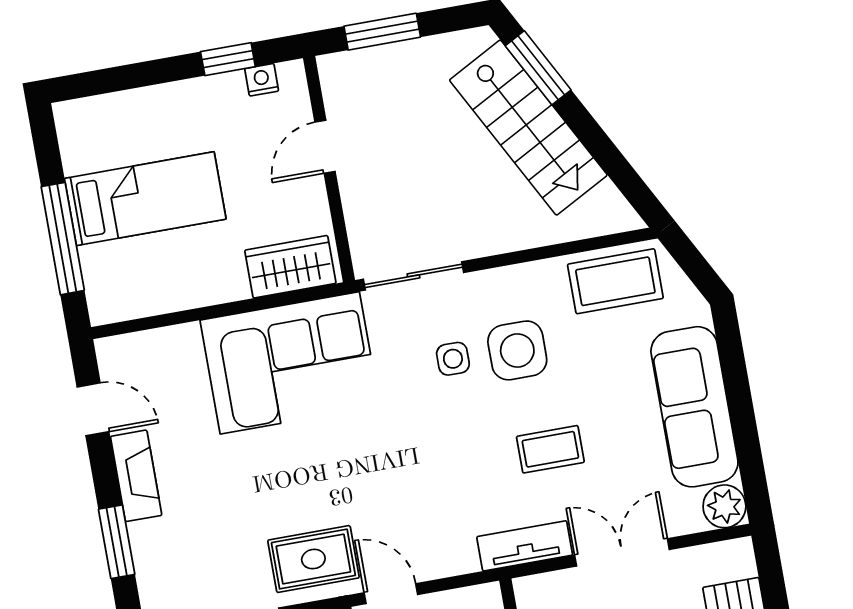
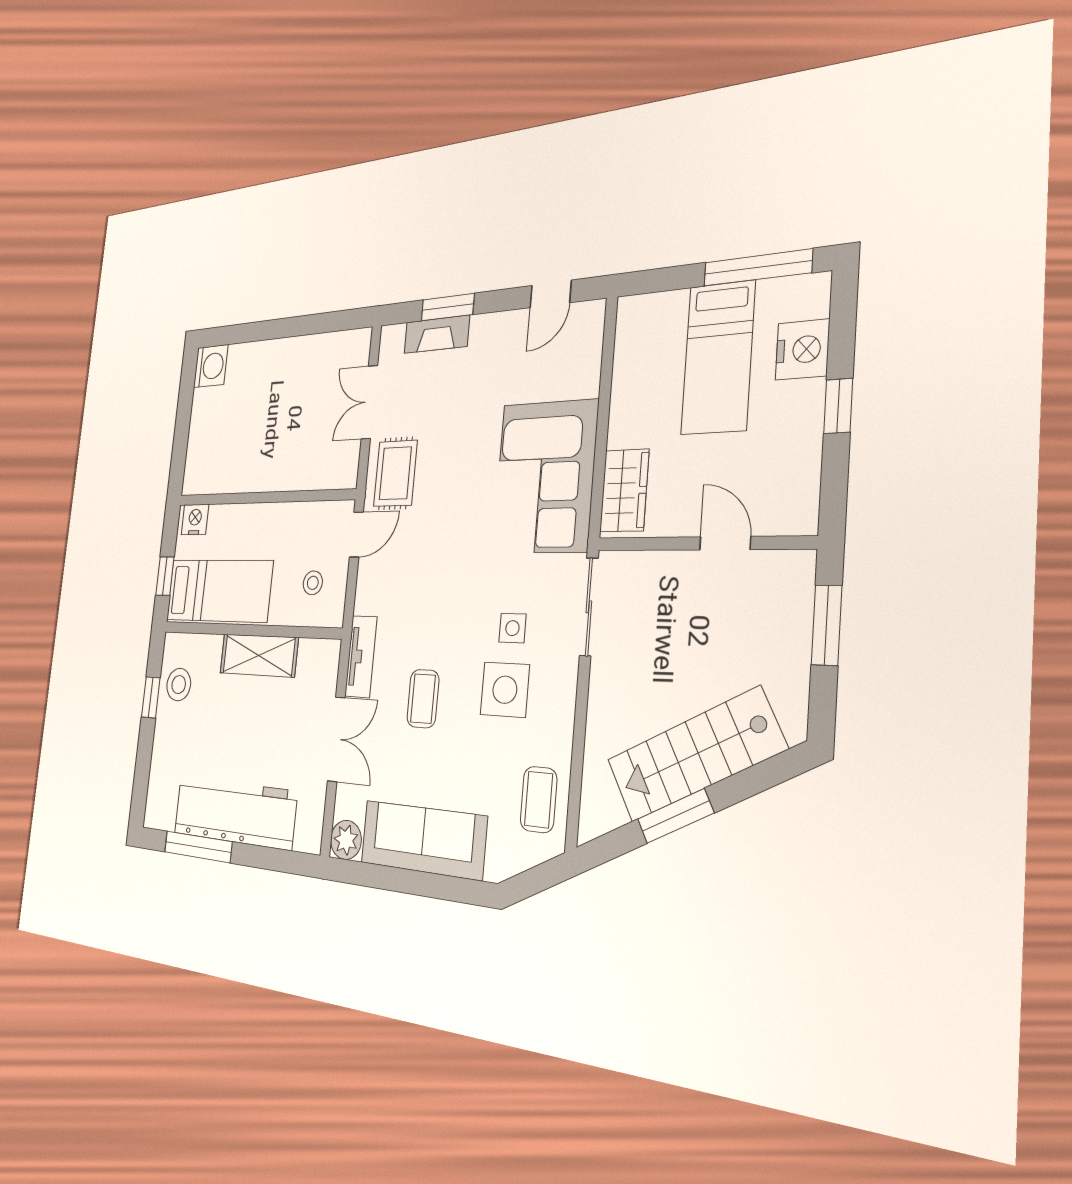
window: (228, 59) -> (838, 406), moved
window: (538, 68) -> (676, 816), moved
nightstand: (262, 80) -> (802, 349), moved, width x1.89, depth x1.79
window: (63, 239) -> (757, 268), moved
coffee table: (615, 281) -> (539, 800), width x0.73, depth x0.77
fireplace: (136, 476) -> (437, 334), moved

